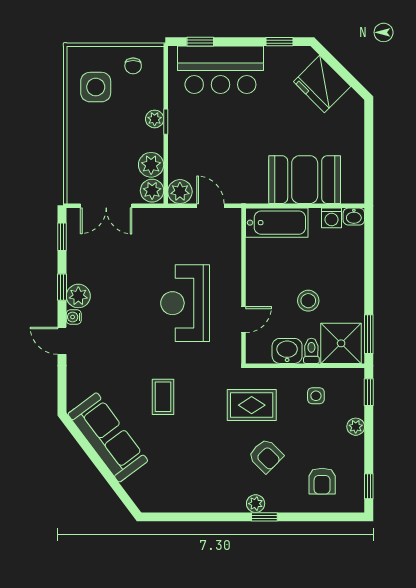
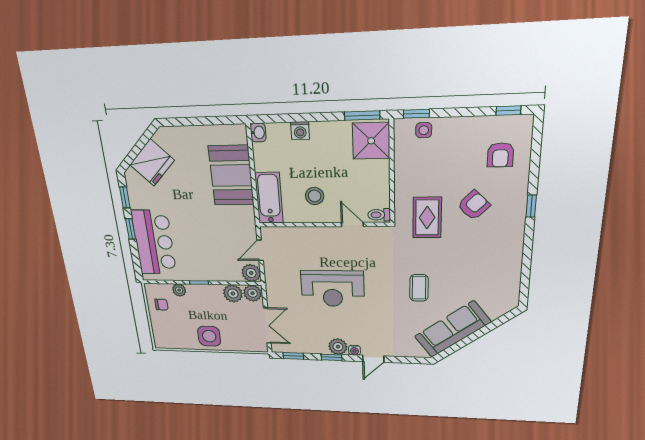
window: (200, 42) -> (131, 229), moved
side table: (96, 87) -> (209, 336), moved
plant: (155, 119) -> (179, 290), moved
washing machine: (332, 218) -> (300, 131), moved, turned 90
stool: (308, 301) -> (315, 196), moved
reception desk: (185, 303) -> (332, 289), moved
washbasin: (287, 351) -> (379, 188), removed
toilet: (311, 351) -> (379, 215), moved
side table: (316, 396) -> (424, 130), moved
coffee table: (163, 397) -> (419, 288), turned 90
plant: (356, 427) -> (449, 125), removed
armchair: (322, 481) -> (500, 155), turned 90
plant: (256, 504) -> (518, 214), removed

